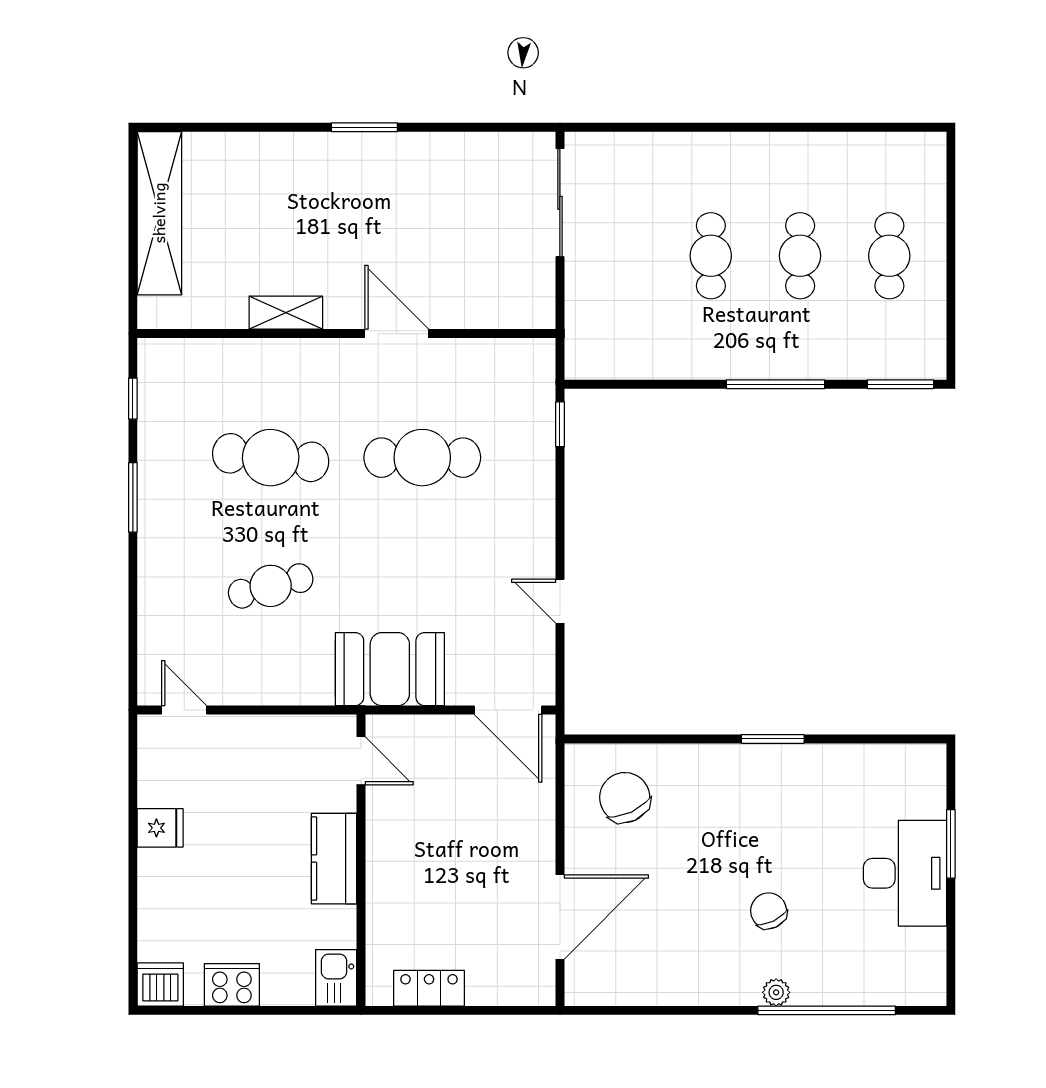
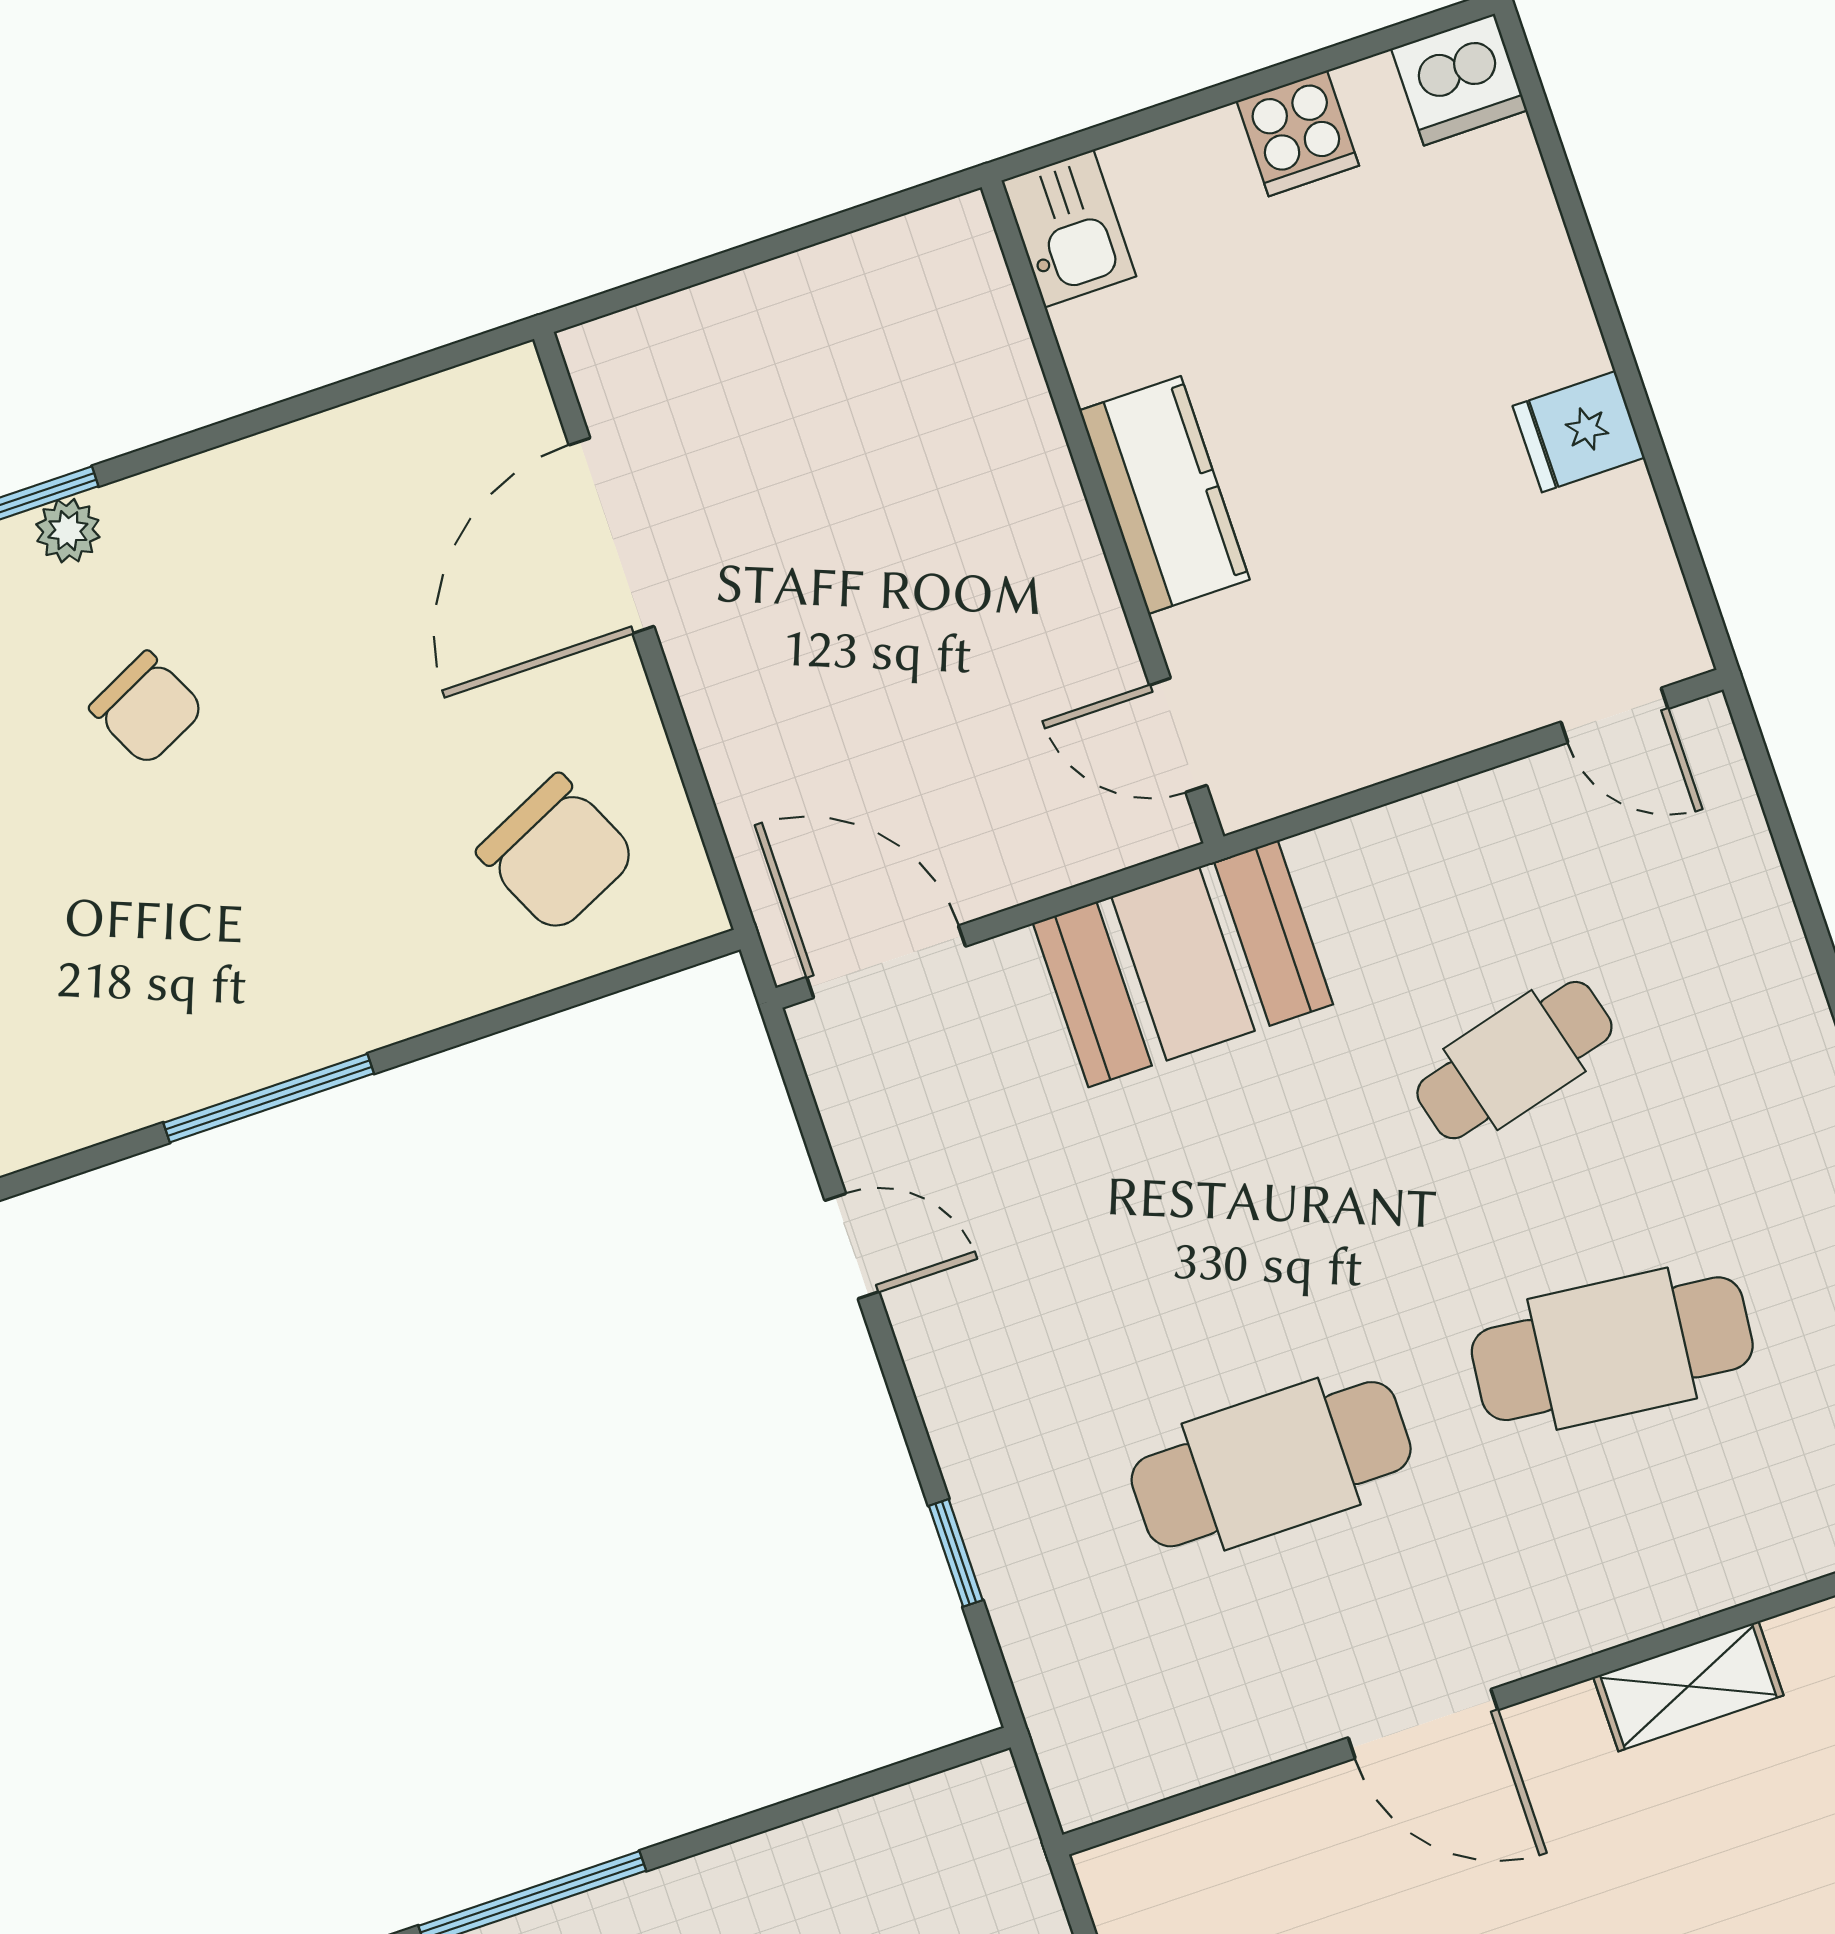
window: (560, 424) -> (956, 1553), moved
window: (773, 739) -> (269, 1098), width x1.44
cooker: (232, 985) -> (1298, 133), width x0.73
locker: (429, 988) -> (852, 276), removed

